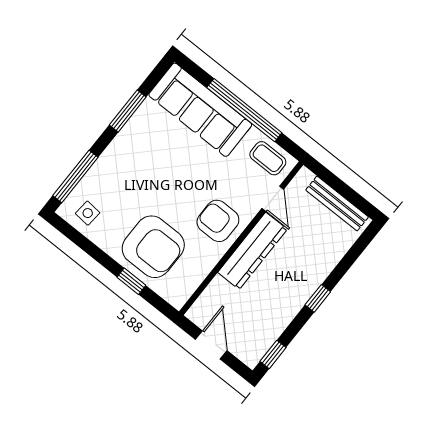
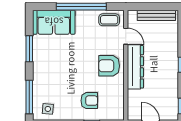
sofa: (200, 110) -> (54, 22), width x0.73
armchair: (153, 247) -> (89, 101), width x0.53, depth x0.53

